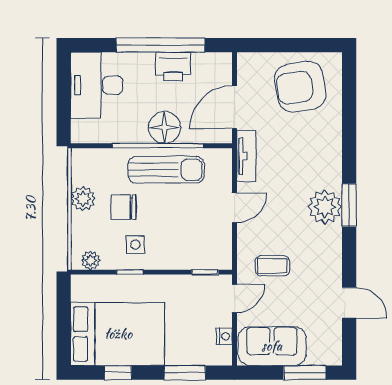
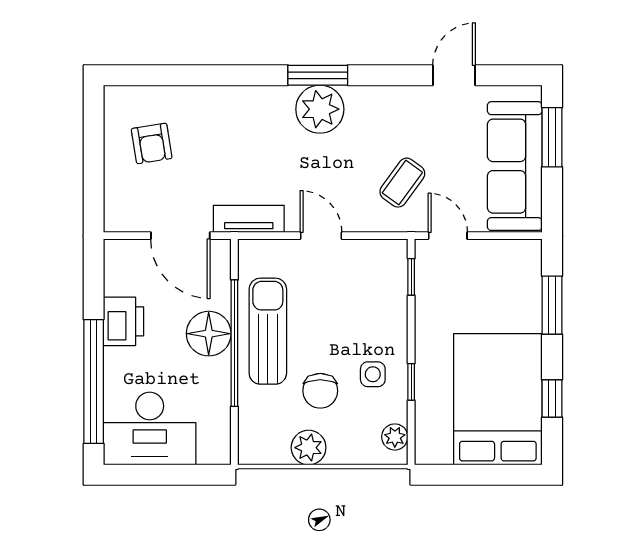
window: (160, 45) -> (94, 382), moved
armchair: (300, 87) -> (152, 143), width x0.53, depth x0.53
coffee table: (272, 266) -> (402, 183), turned 36
nightstand: (224, 336) -> (501, 250), removed
sofa: (272, 346) -> (515, 166), width x1.36

